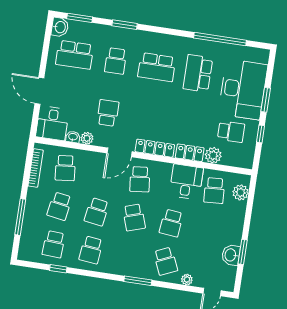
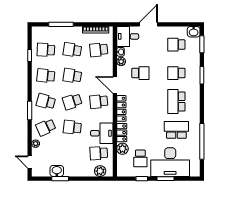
school desk: (75, 55) -> (176, 45), width x0.54
school desk: (128, 256) -> (46, 101), added

